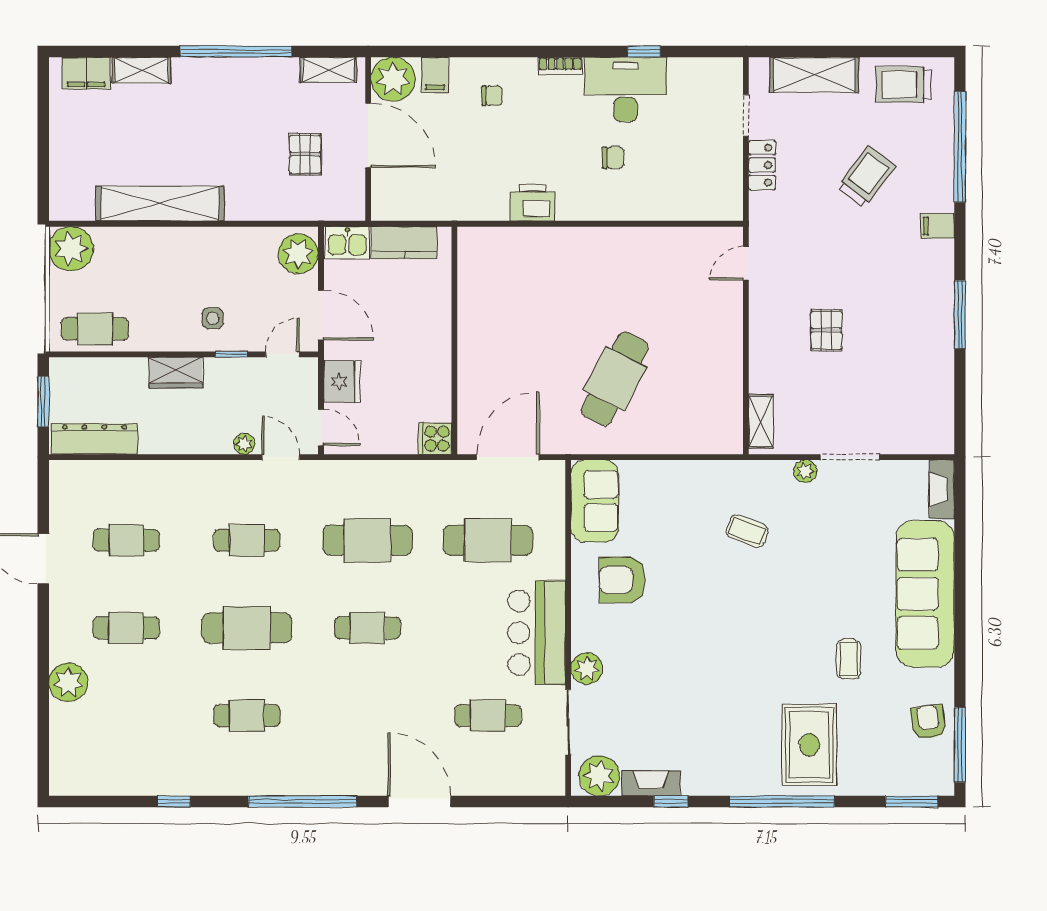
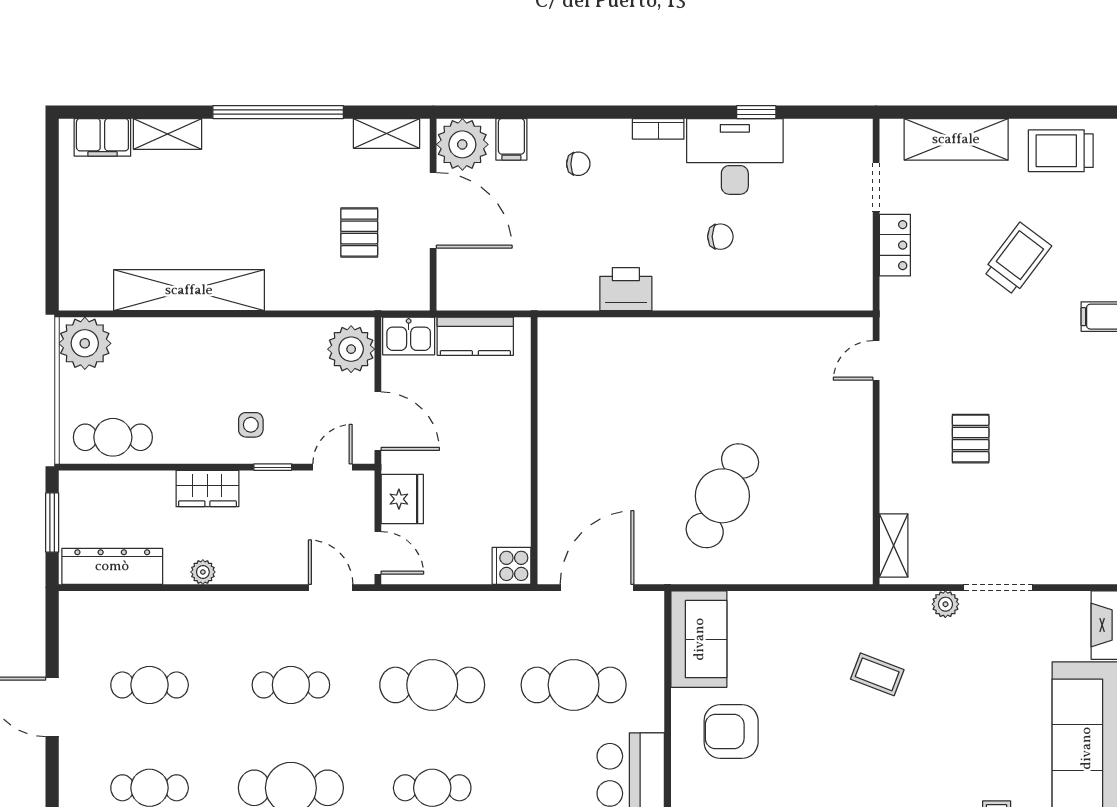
plant: (244, 444) -> (203, 572), moved

